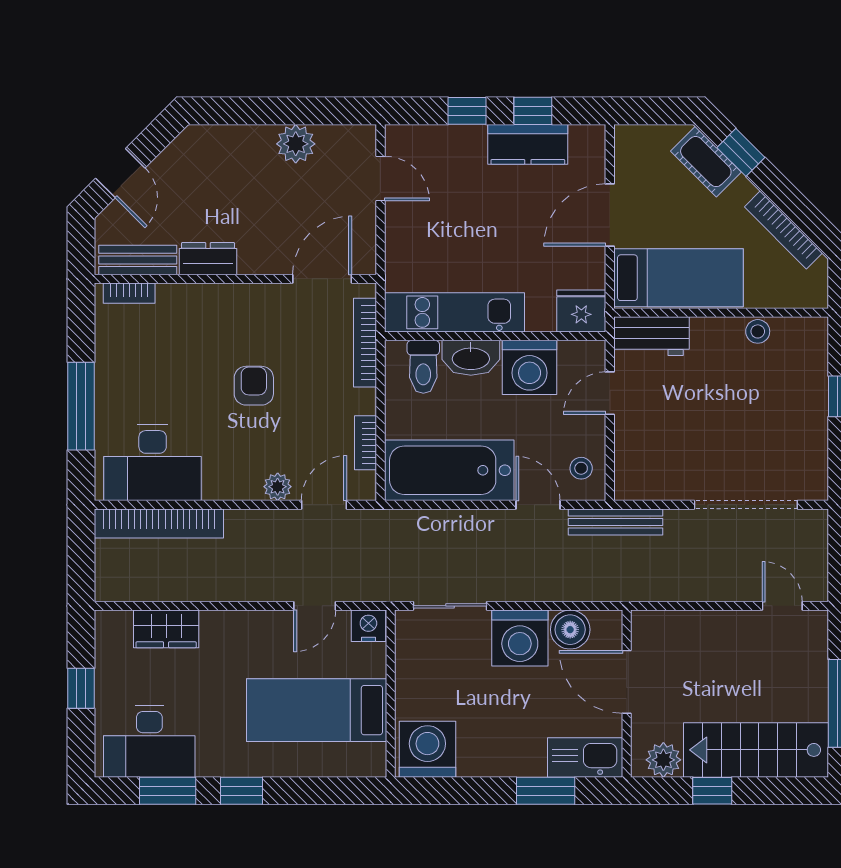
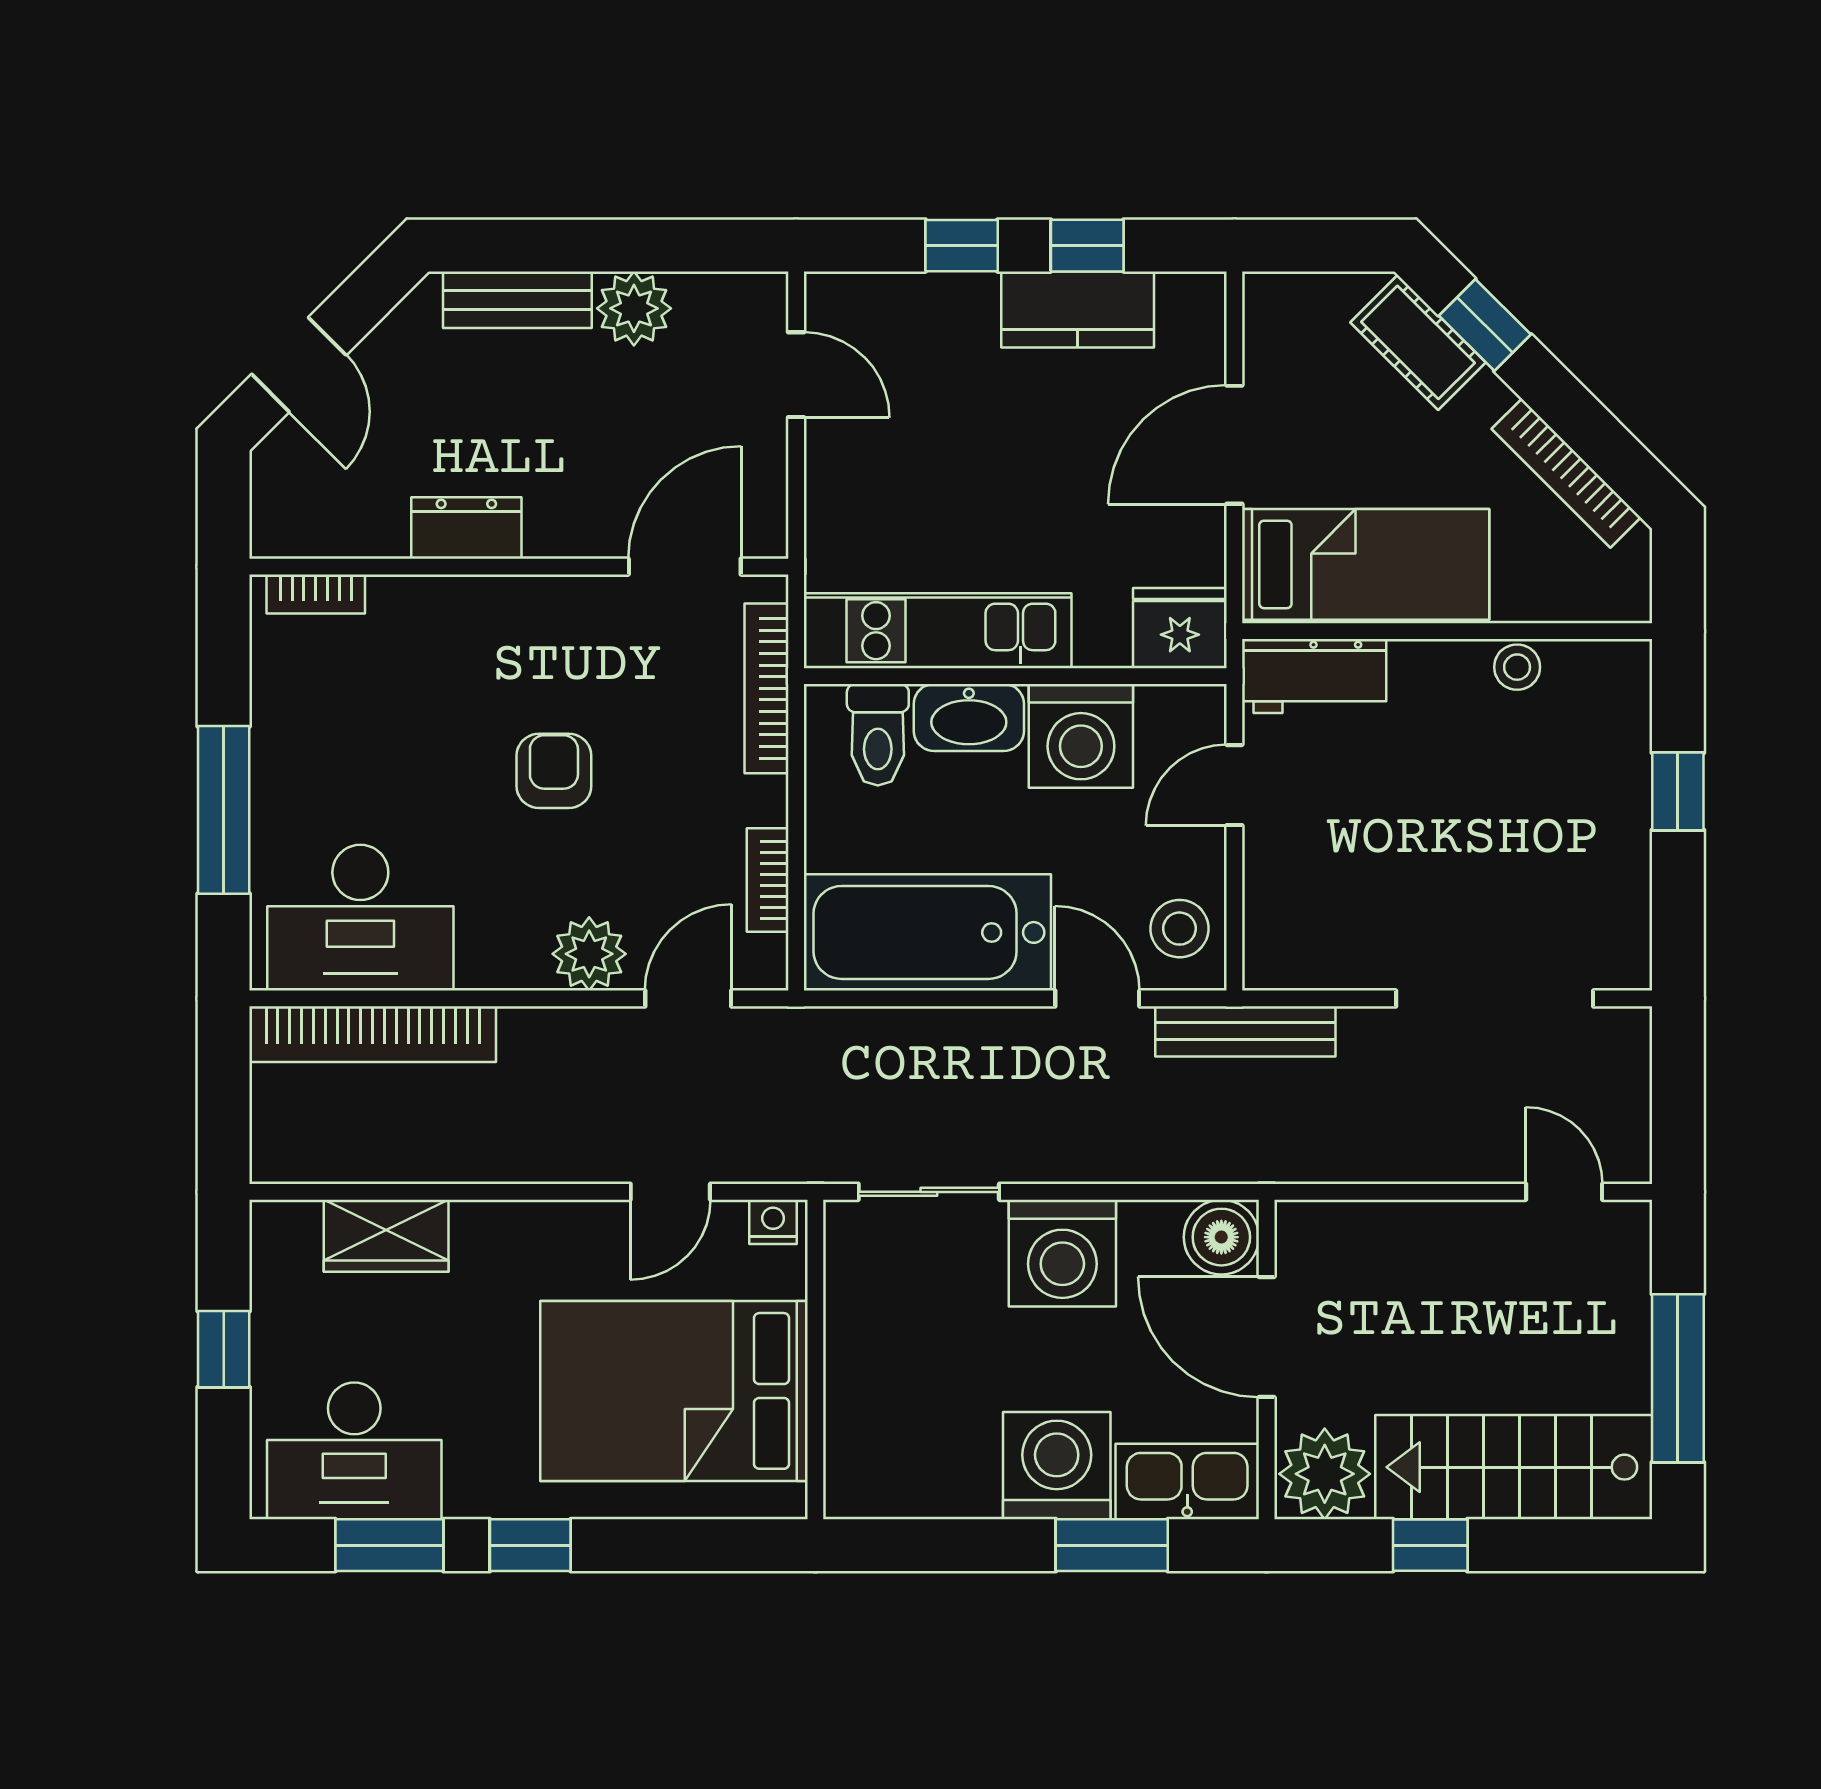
bench: (138, 260) -> (517, 300), moved
stool: (581, 468) -> (1179, 929), width x1.37, depth x1.37
plant: (278, 487) -> (589, 954), width x1.38, depth x1.38
nightstand: (368, 626) -> (773, 1222), width x0.72, depth x0.74
boiler: (570, 630) -> (1221, 1237), moved
bed: (317, 710) -> (674, 1391), width x1.50
washing machine: (427, 749) -> (1057, 1466), moved
plant: (663, 760) -> (1325, 1474), width x1.36, depth x1.36

